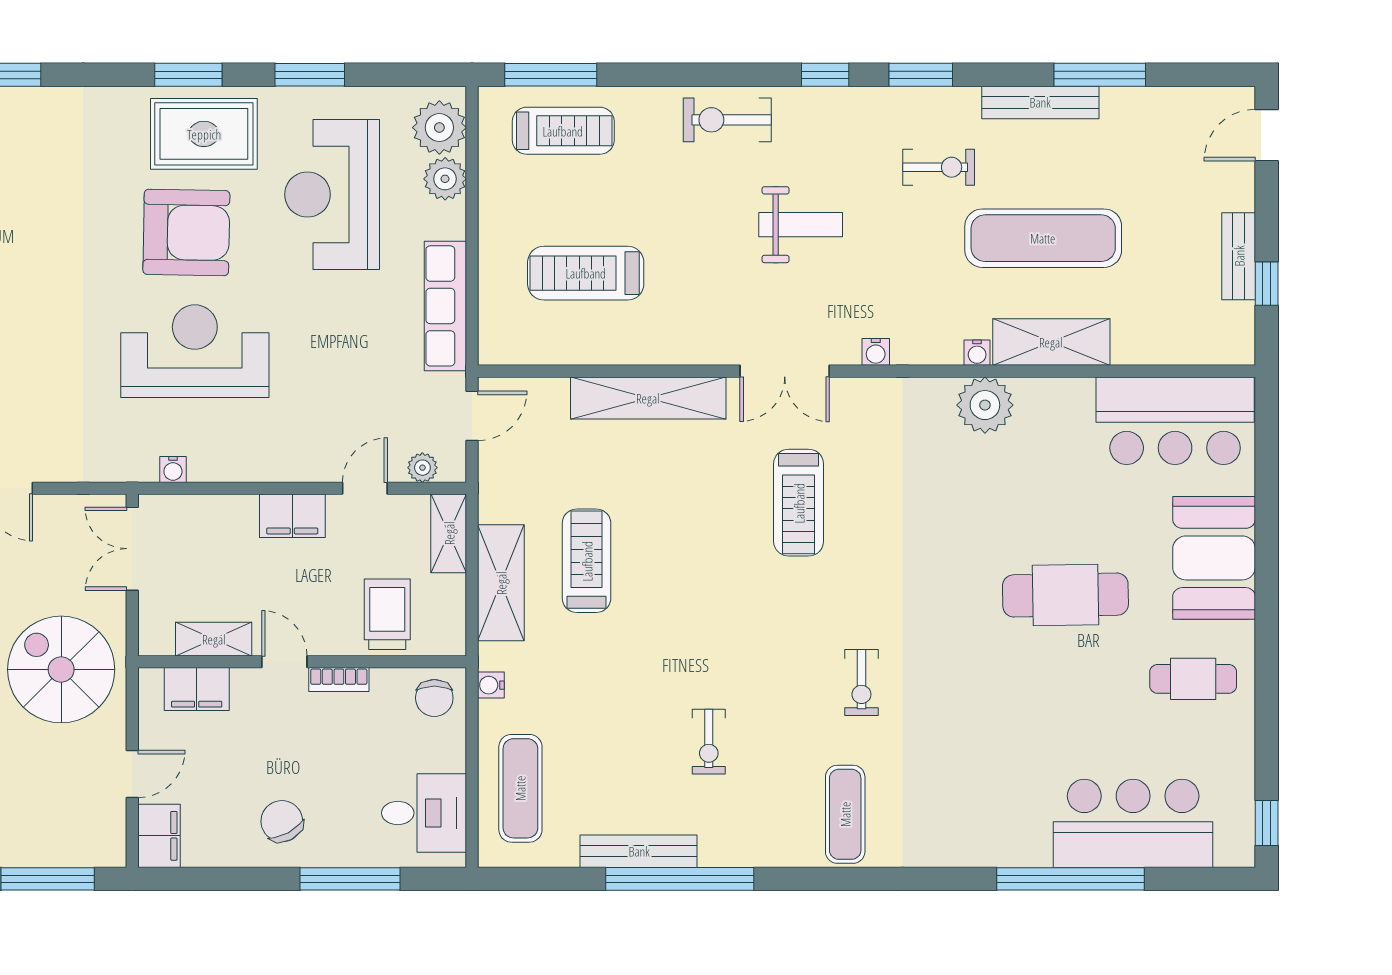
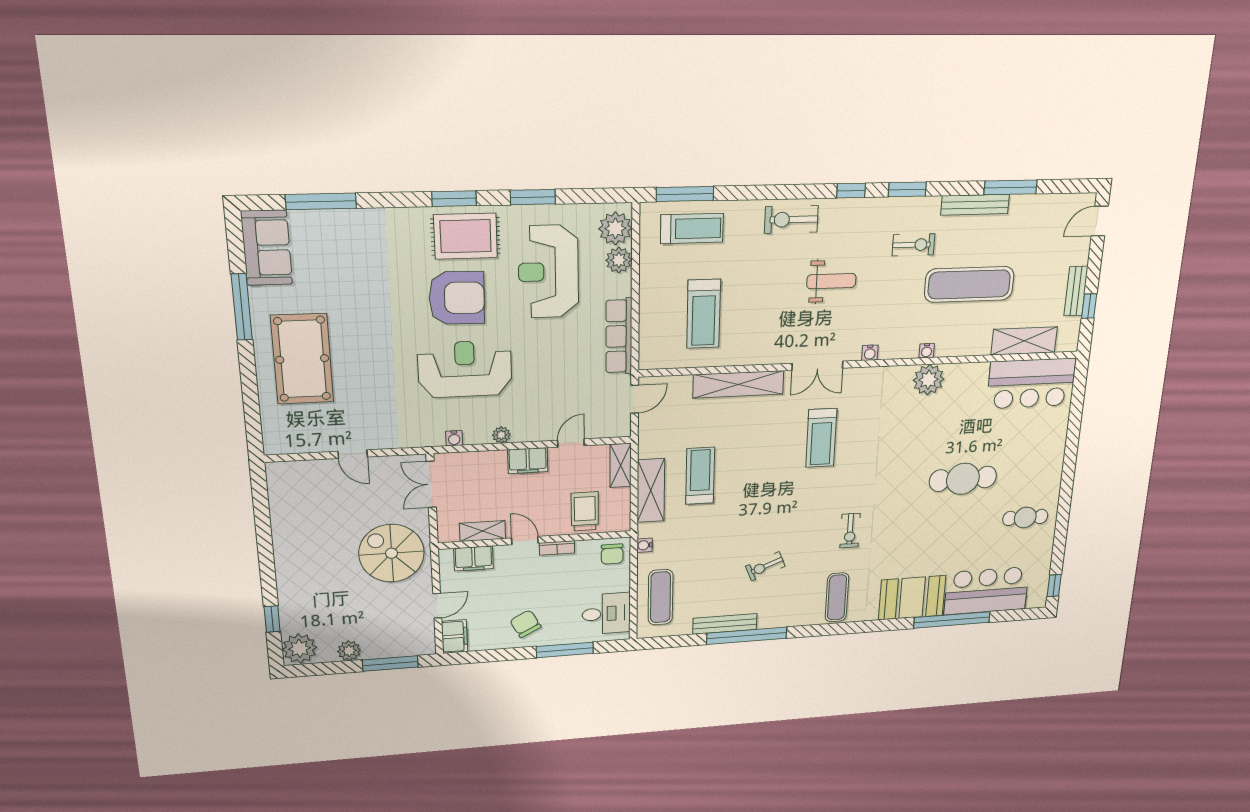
treadmill: (586, 273) -> (704, 314), turned -90
shelving: (1051, 342) -> (1024, 341), moved
plant: (422, 468) -> (501, 435), moved
booth: (1214, 558) -> (912, 598), moved, turned 90
exercise bike: (709, 742) -> (765, 566), turned 68

